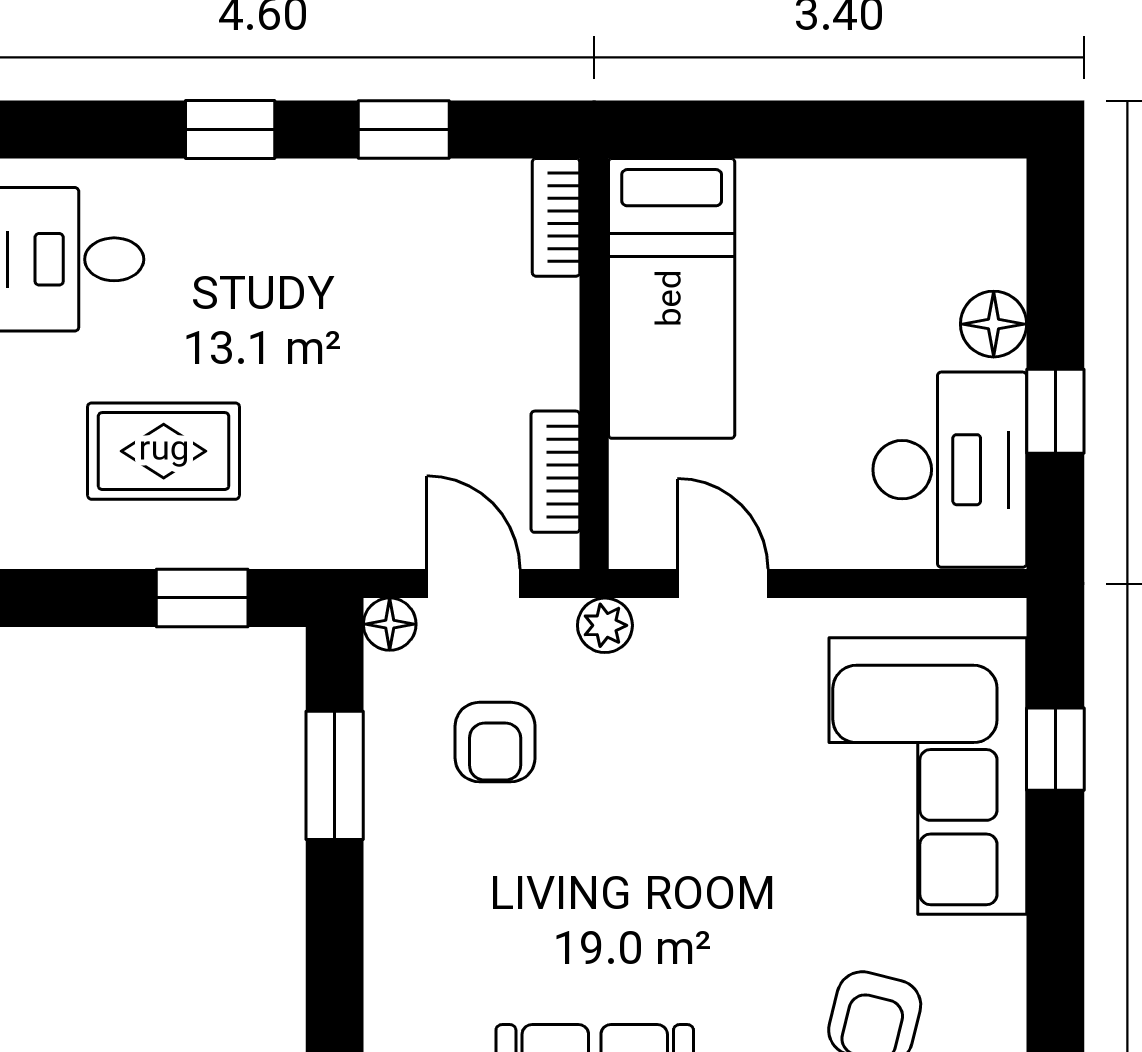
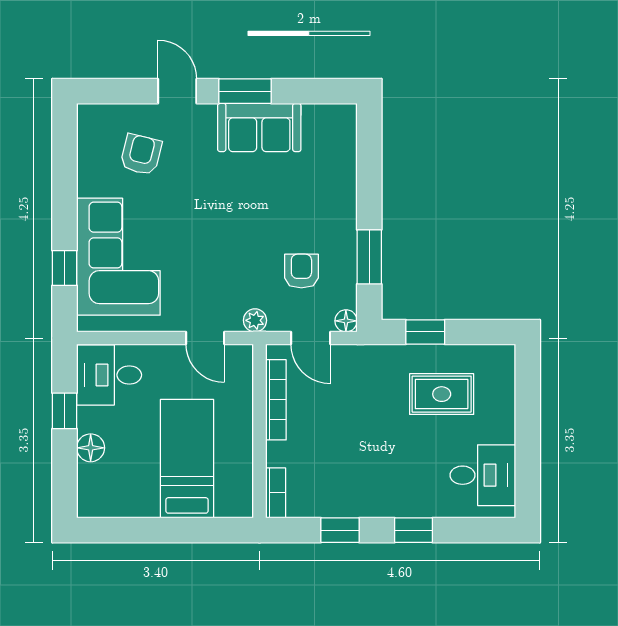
bed: (672, 298) -> (187, 459), moved
desk: (950, 470) -> (109, 375), width x0.73
bookcase: (555, 472) -> (276, 400), width x1.56

